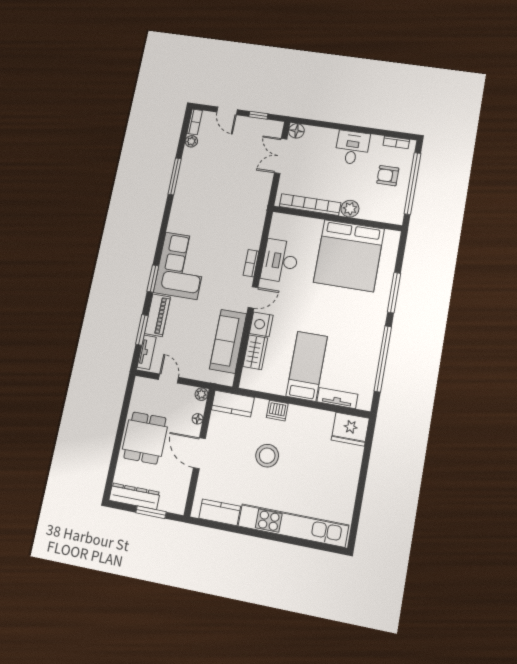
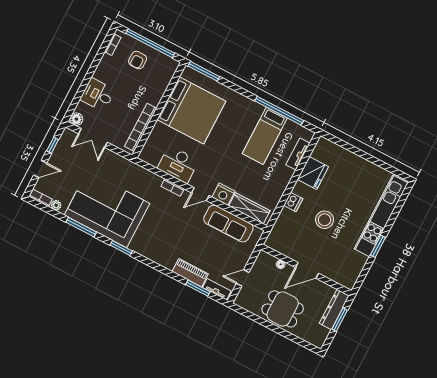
desk: (352, 148) -> (98, 95), moved
plant: (350, 209) -> (154, 98), removed
corner sofa: (181, 266) -> (107, 209), moved, width x1.36, depth x1.36
window: (153, 279) -> (121, 248), moved
window: (394, 293) -> (204, 71), moved
door: (253, 297) -> (200, 194), swing flipped
wardrobe: (255, 352) -> (249, 208), width x1.50
bed: (307, 366) -> (265, 136), moved, turned -90
plant: (201, 394) -> (263, 256), removed
kitchen counter: (233, 404) -> (277, 234), removed
fridge: (350, 429) -> (313, 173), moved
dresser: (134, 496) -> (334, 309), moved
kitchen counter: (220, 512) -> (355, 268), removed
window: (254, 533) -> (378, 246), added

